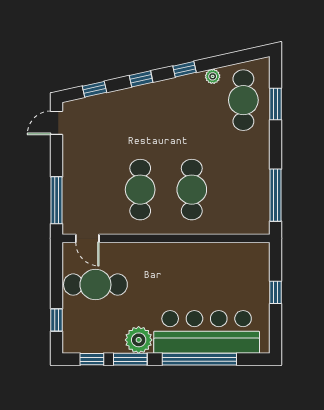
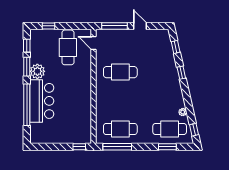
window: (184, 69) -> (194, 130), moved
door: (56, 123) -> (140, 26), moved
cafe table: (192, 190) -> (120, 129), moved
door: (87, 238) -> (93, 43), hinge flipped
window: (275, 292) -> (79, 147), moved
bar counter: (207, 332) -> (42, 101), width x0.73

